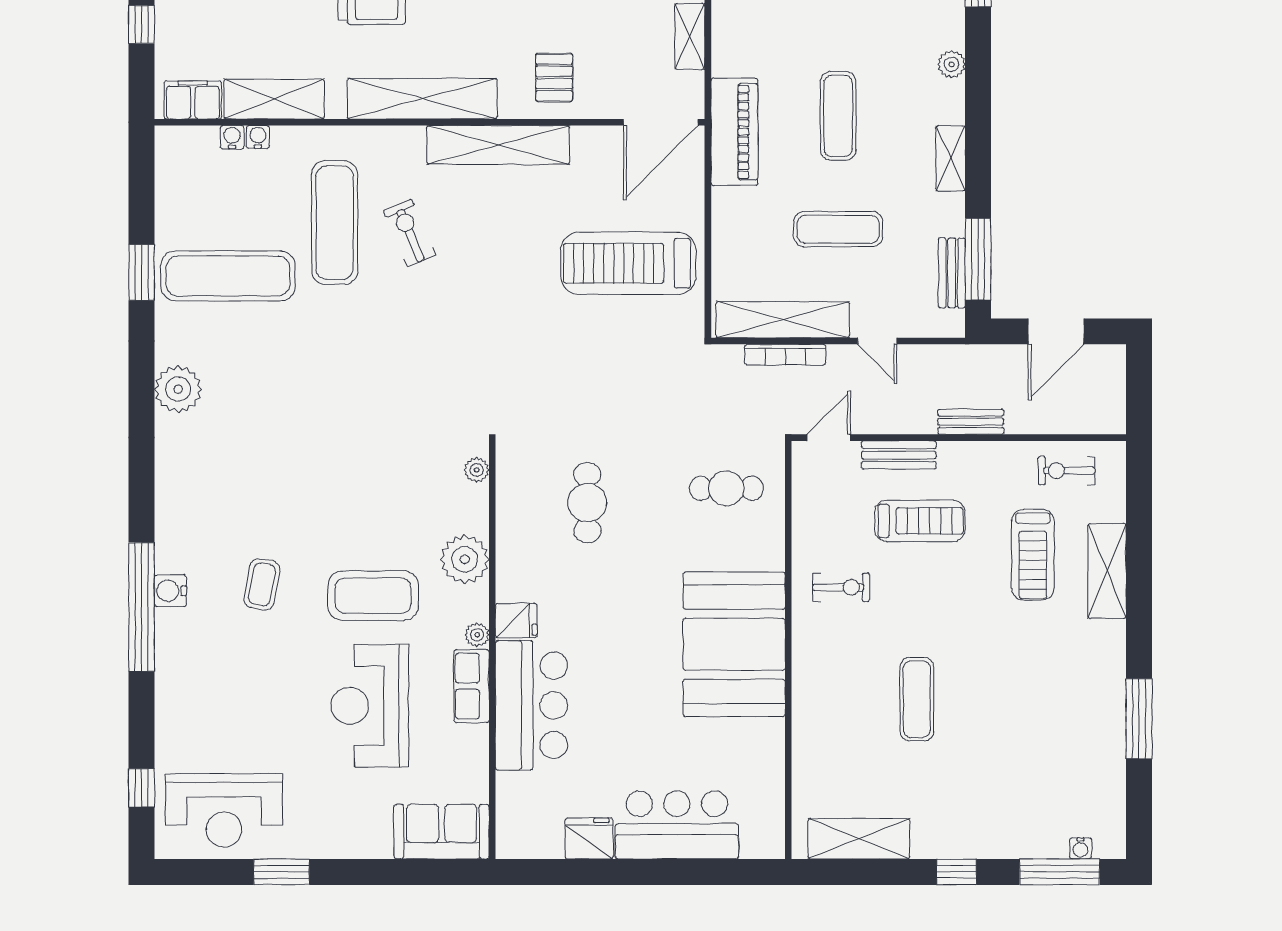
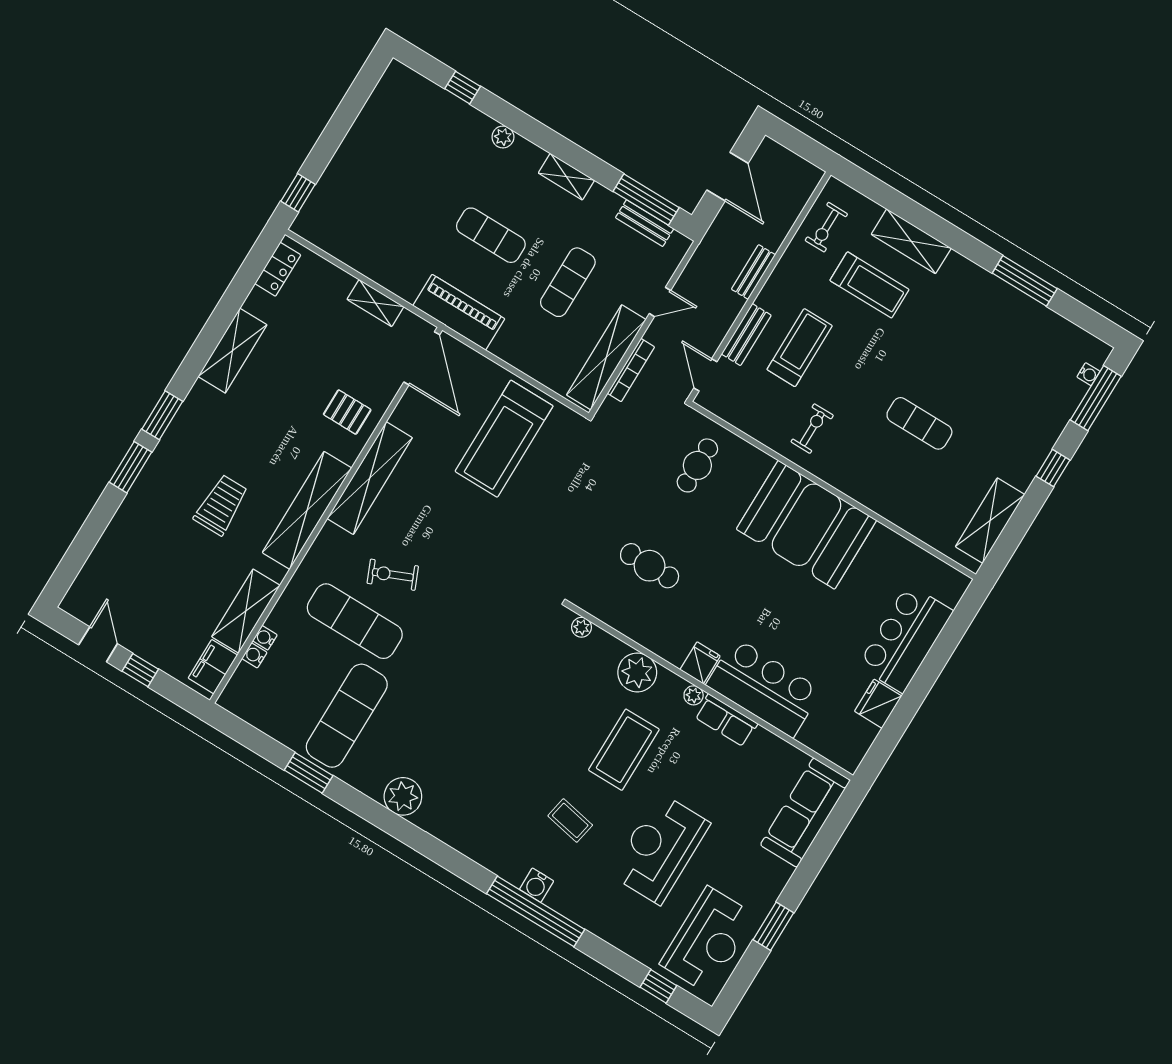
reception desk: (370, 706) -> (660, 849), moved, turned 90
sofa: (442, 832) -> (805, 813), width x1.36

